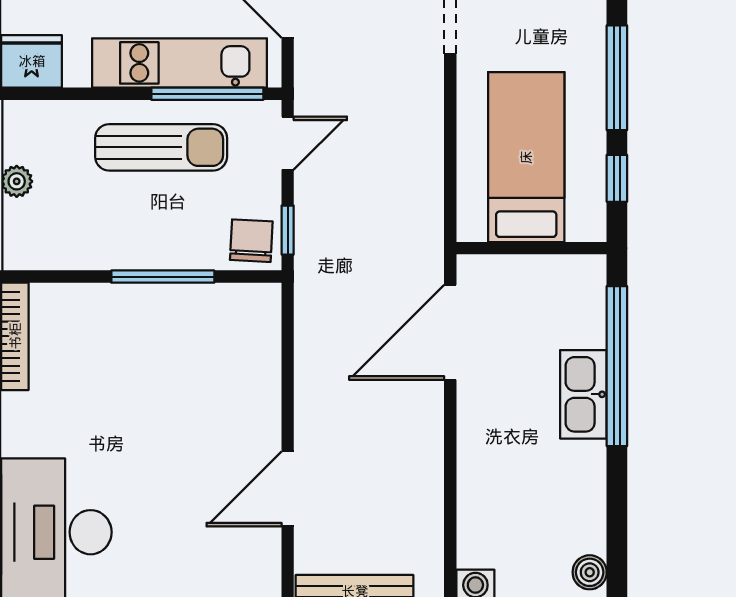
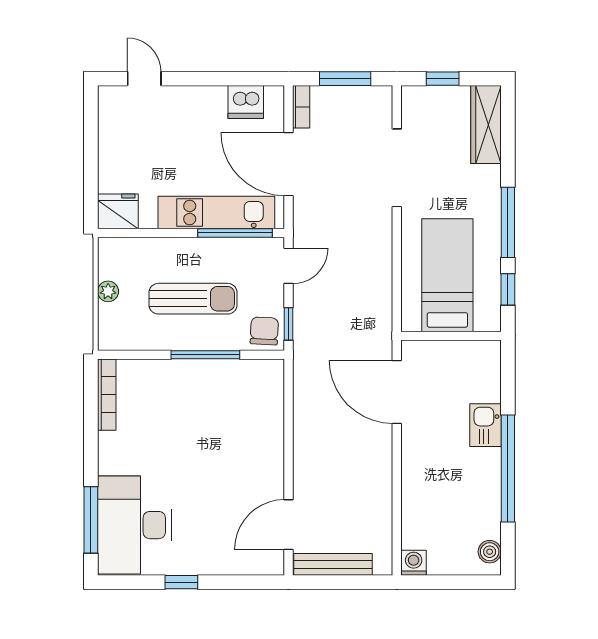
sun lounger: (161, 147) -> (193, 299), moved
door: (450, 332) -> (397, 392), hinge flipped
window: (617, 366) -> (508, 468), moved
kitchen sink: (583, 394) -> (485, 425), width x0.73
door: (288, 489) -> (288, 525), moved

